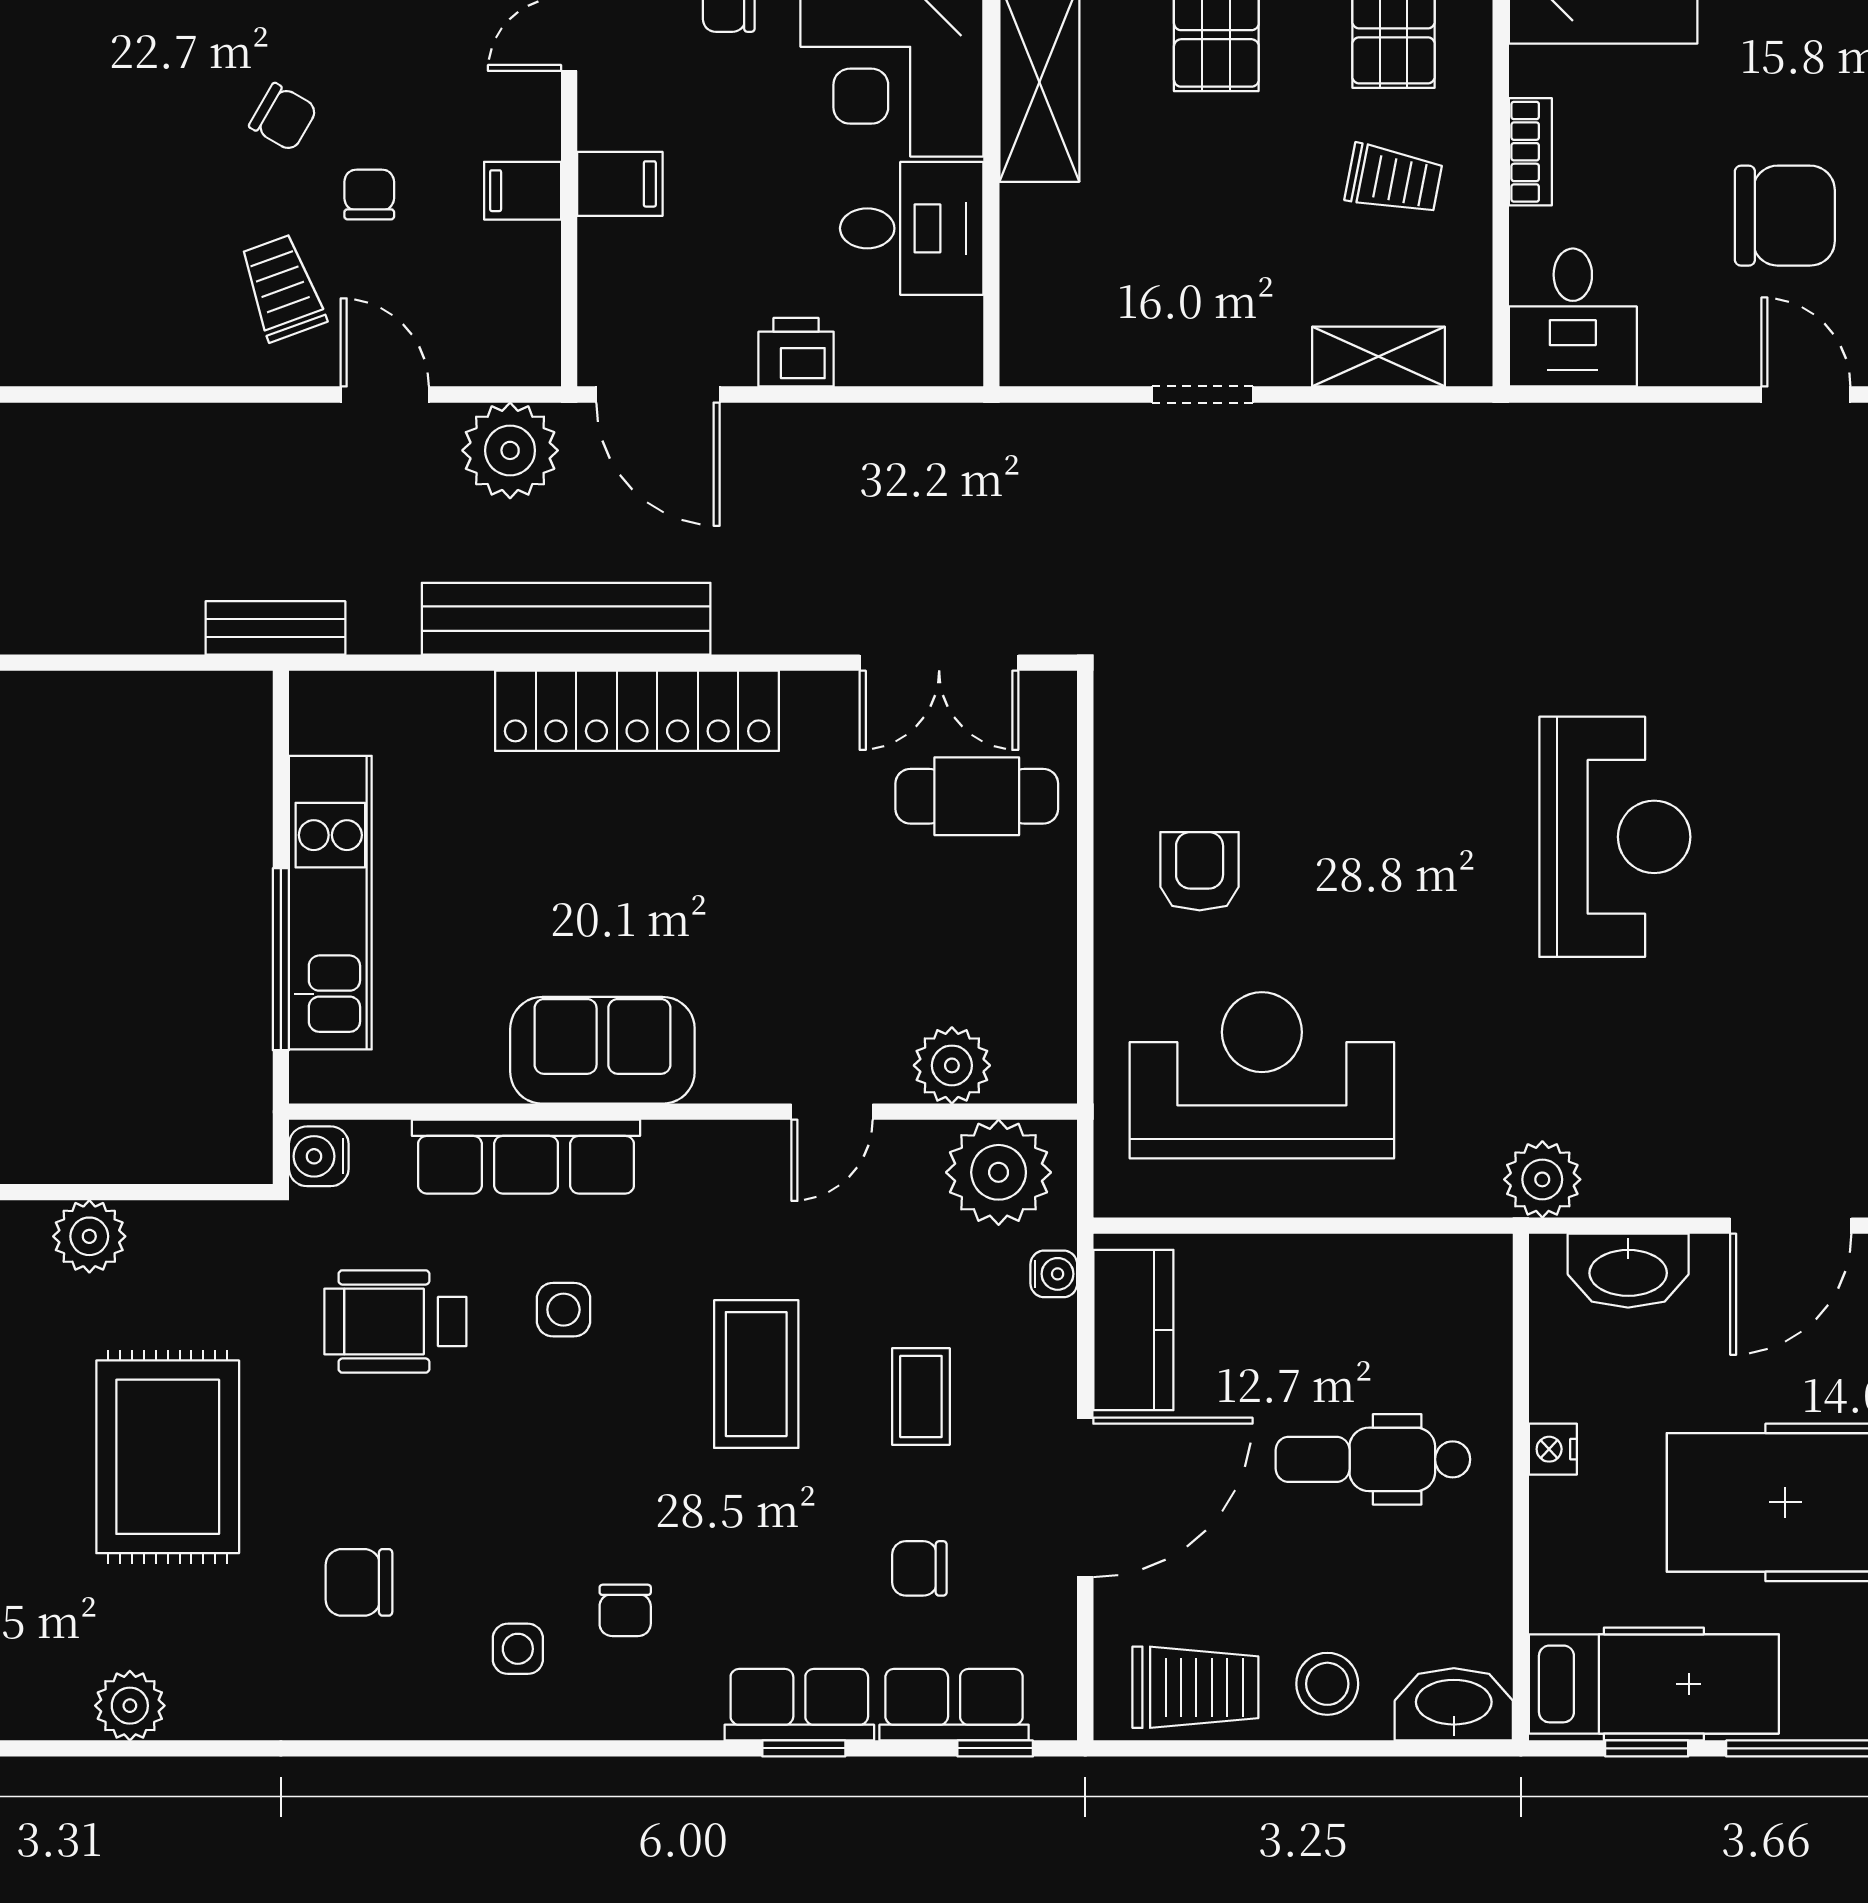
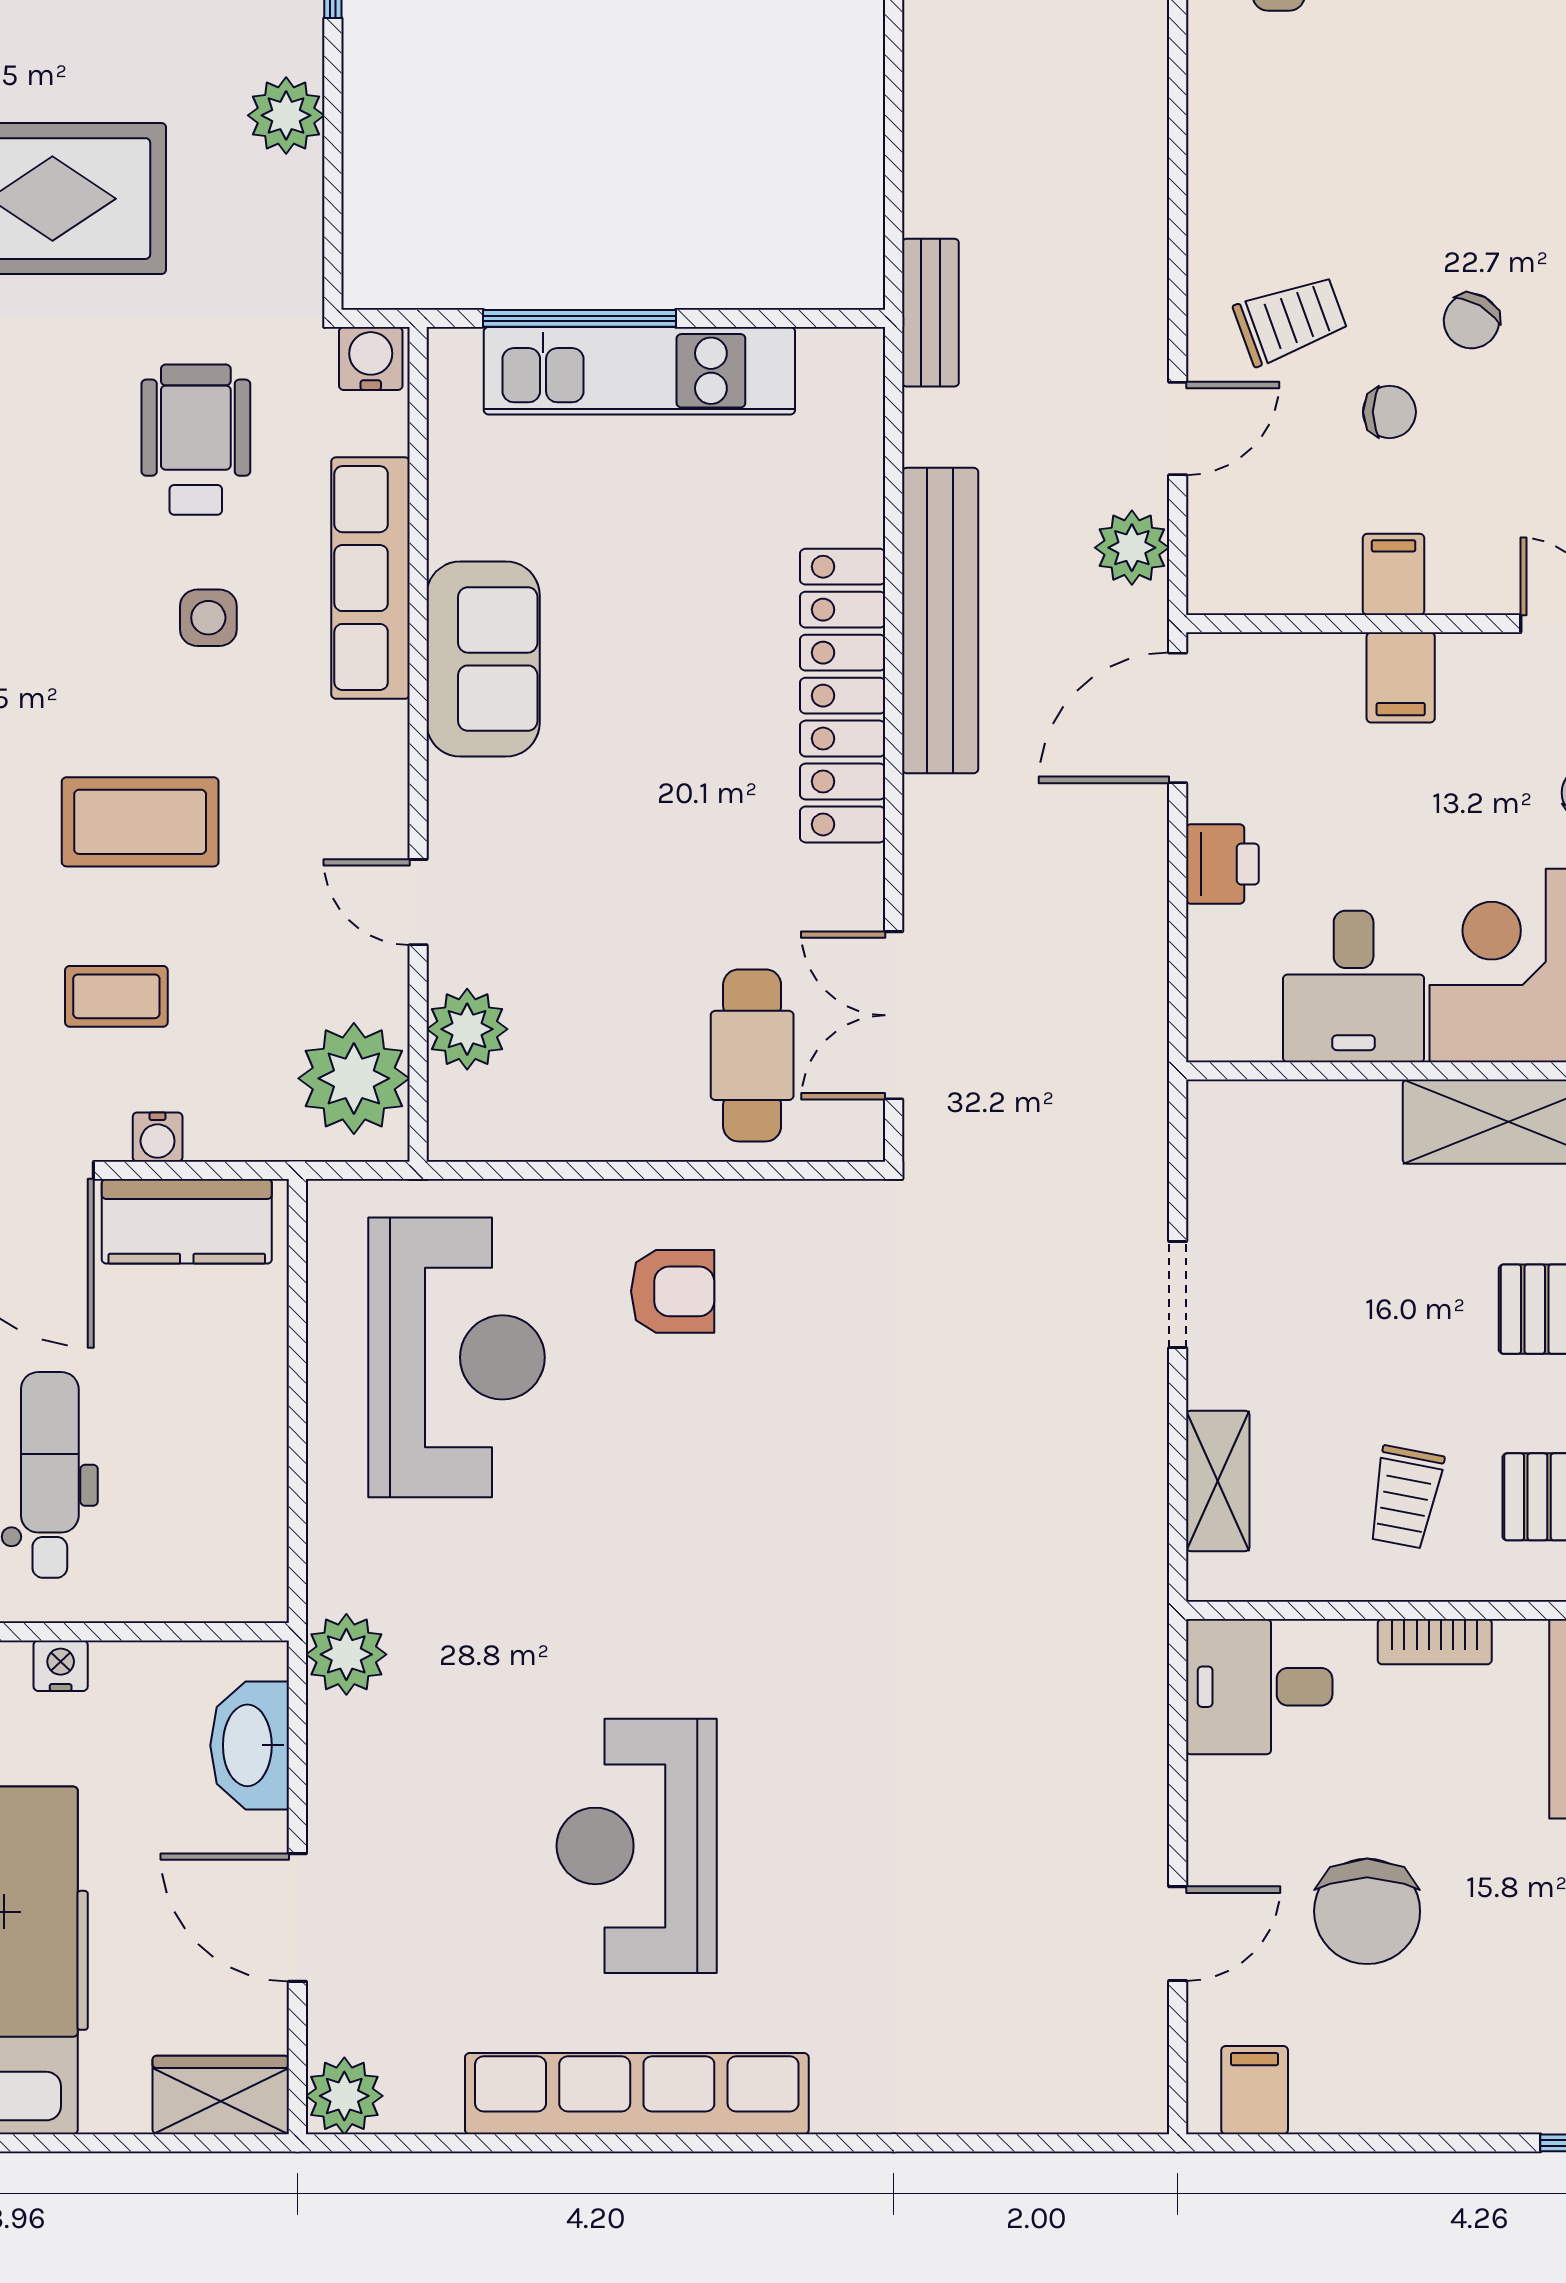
plant: (510, 450) -> (1132, 548), width x0.73, depth x0.73
reception desk: (1615, 837) -> (637, 1846), moved, turned 90
water cooler: (1054, 1274) -> (158, 1137), moved

